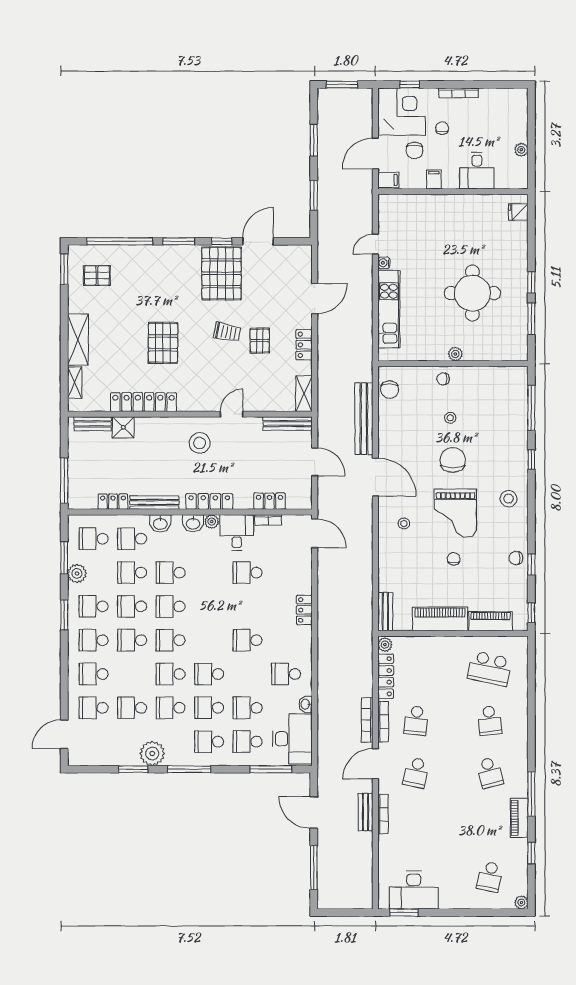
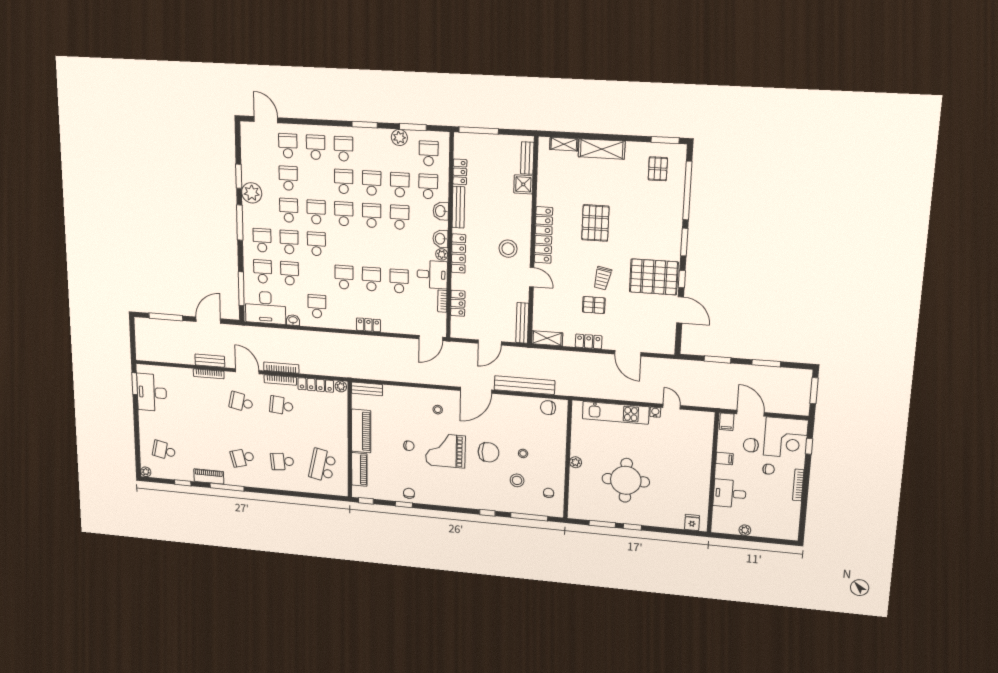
pallet: (163, 343) -> (595, 223), turned 90
chair: (443, 379) -> (549, 493), moved
locker: (143, 402) -> (543, 235), moved
stool: (509, 499) -> (517, 480), moved
school desk: (94, 606) -> (371, 279), moved

